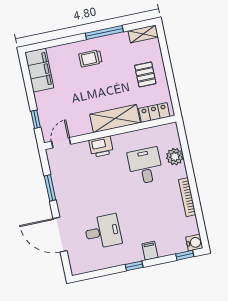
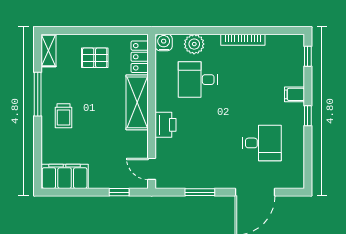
desk: (103, 232) -> (262, 143), turned 90
water cooler: (194, 243) -> (164, 42), moved

